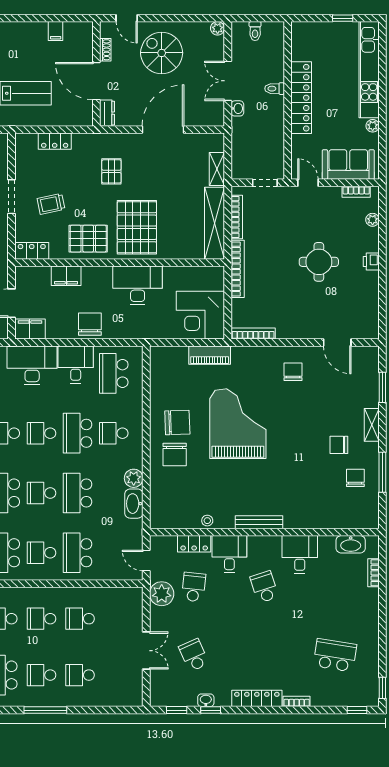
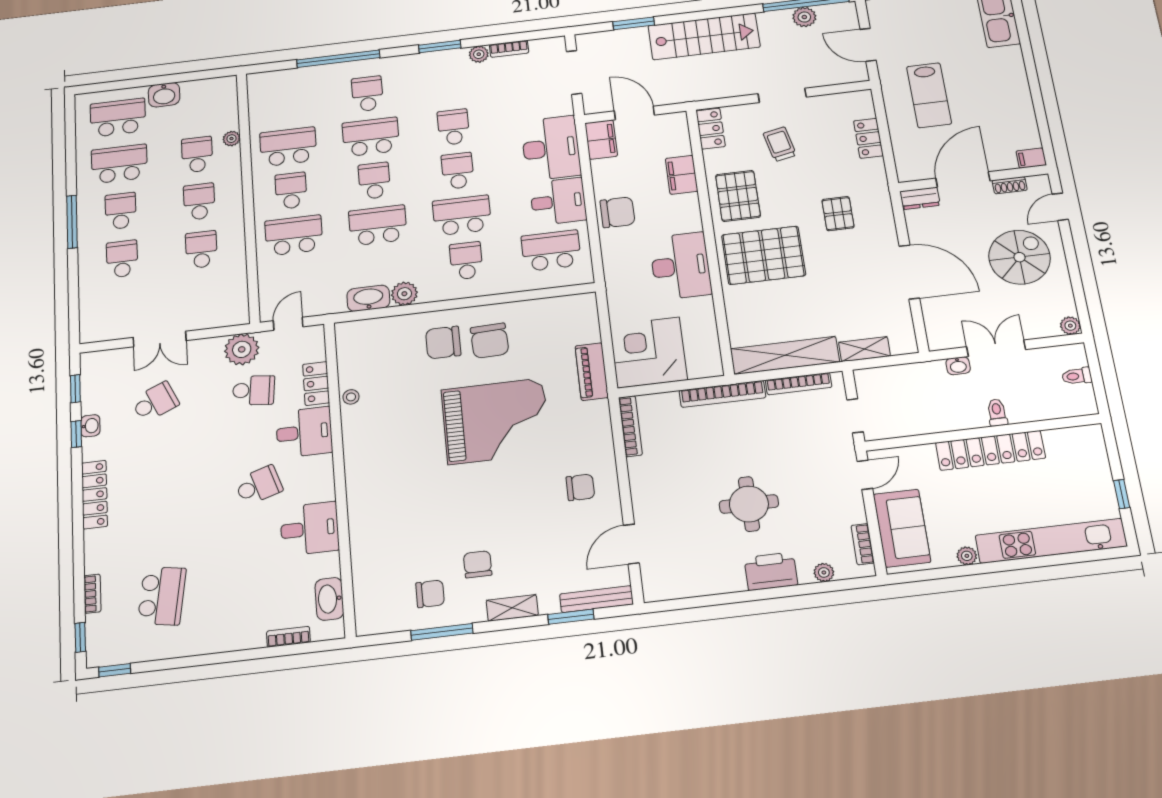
filing cabinet: (56, 31) -> (1031, 158), moved
pallet: (111, 171) -> (838, 214), turned 90
printer: (371, 262) -> (771, 571), width x1.87, depth x1.48
bench: (259, 522) -> (597, 599), moved, turned 90
bookcase: (297, 701) -> (92, 594), moved

